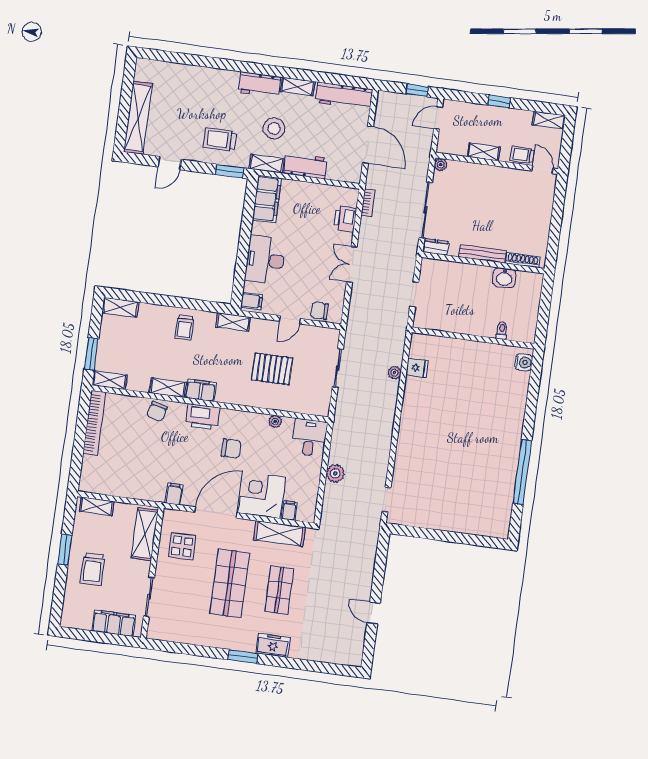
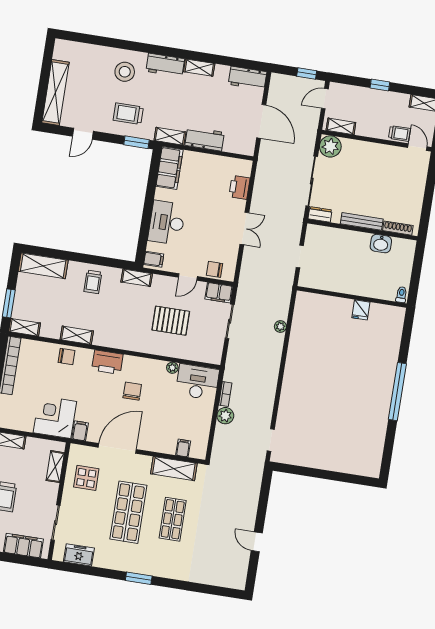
workbench: (344, 96) -> (248, 78), width x0.73
stool: (274, 128) -> (125, 72), moved
shelving: (484, 152) -> (341, 126), moved
trolley: (522, 155) -> (400, 133), turned 180
plant: (441, 165) -> (330, 146), width x1.88, depth x1.88
bookcase: (368, 203) -> (225, 394), moved
double door: (352, 264) -> (244, 228), swing flipped
shelving: (120, 307) -> (43, 266), width x1.50, depth x1.33
toilet: (502, 330) -> (401, 295), moved
water cooler: (524, 362) -> (397, 320), removed
fridge: (417, 368) -> (361, 310), moved, turned 90
filing cabinet: (201, 390) -> (219, 293), moved, turned 180
chair: (157, 411) -> (66, 356), turned -105
desk: (309, 437) -> (197, 382), width x1.37
chair: (231, 448) -> (132, 391), turned -90
window: (522, 472) -> (397, 392), moved
corner desk: (262, 495) -> (55, 417), moved
shelving: (145, 534) -> (55, 467), width x0.67, depth x0.75
freezer: (273, 645) -> (79, 555), moved

